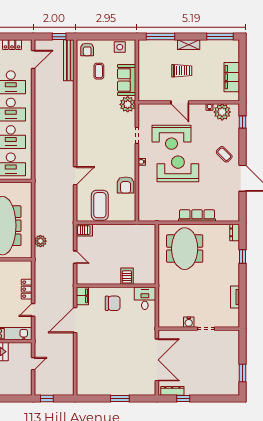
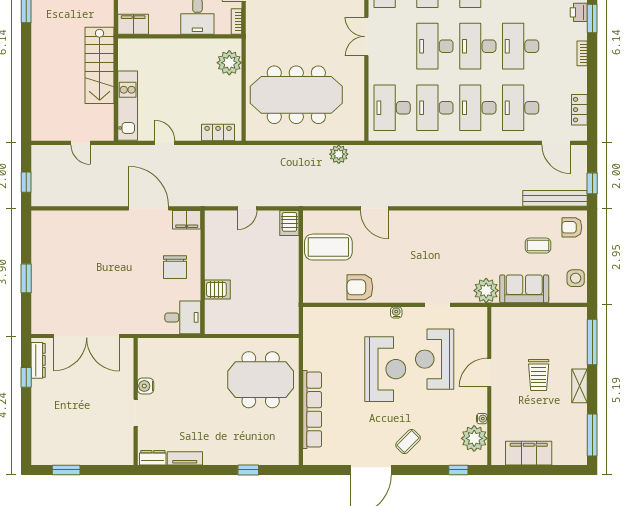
row of seats: (197, 216) -> (312, 409), width x1.36
dresser: (235, 232) -> (153, 458), moved
plant: (40, 241) -> (339, 154), moved
locker: (27, 289) -> (218, 133), moved
window: (47, 398) -> (26, 182), moved

